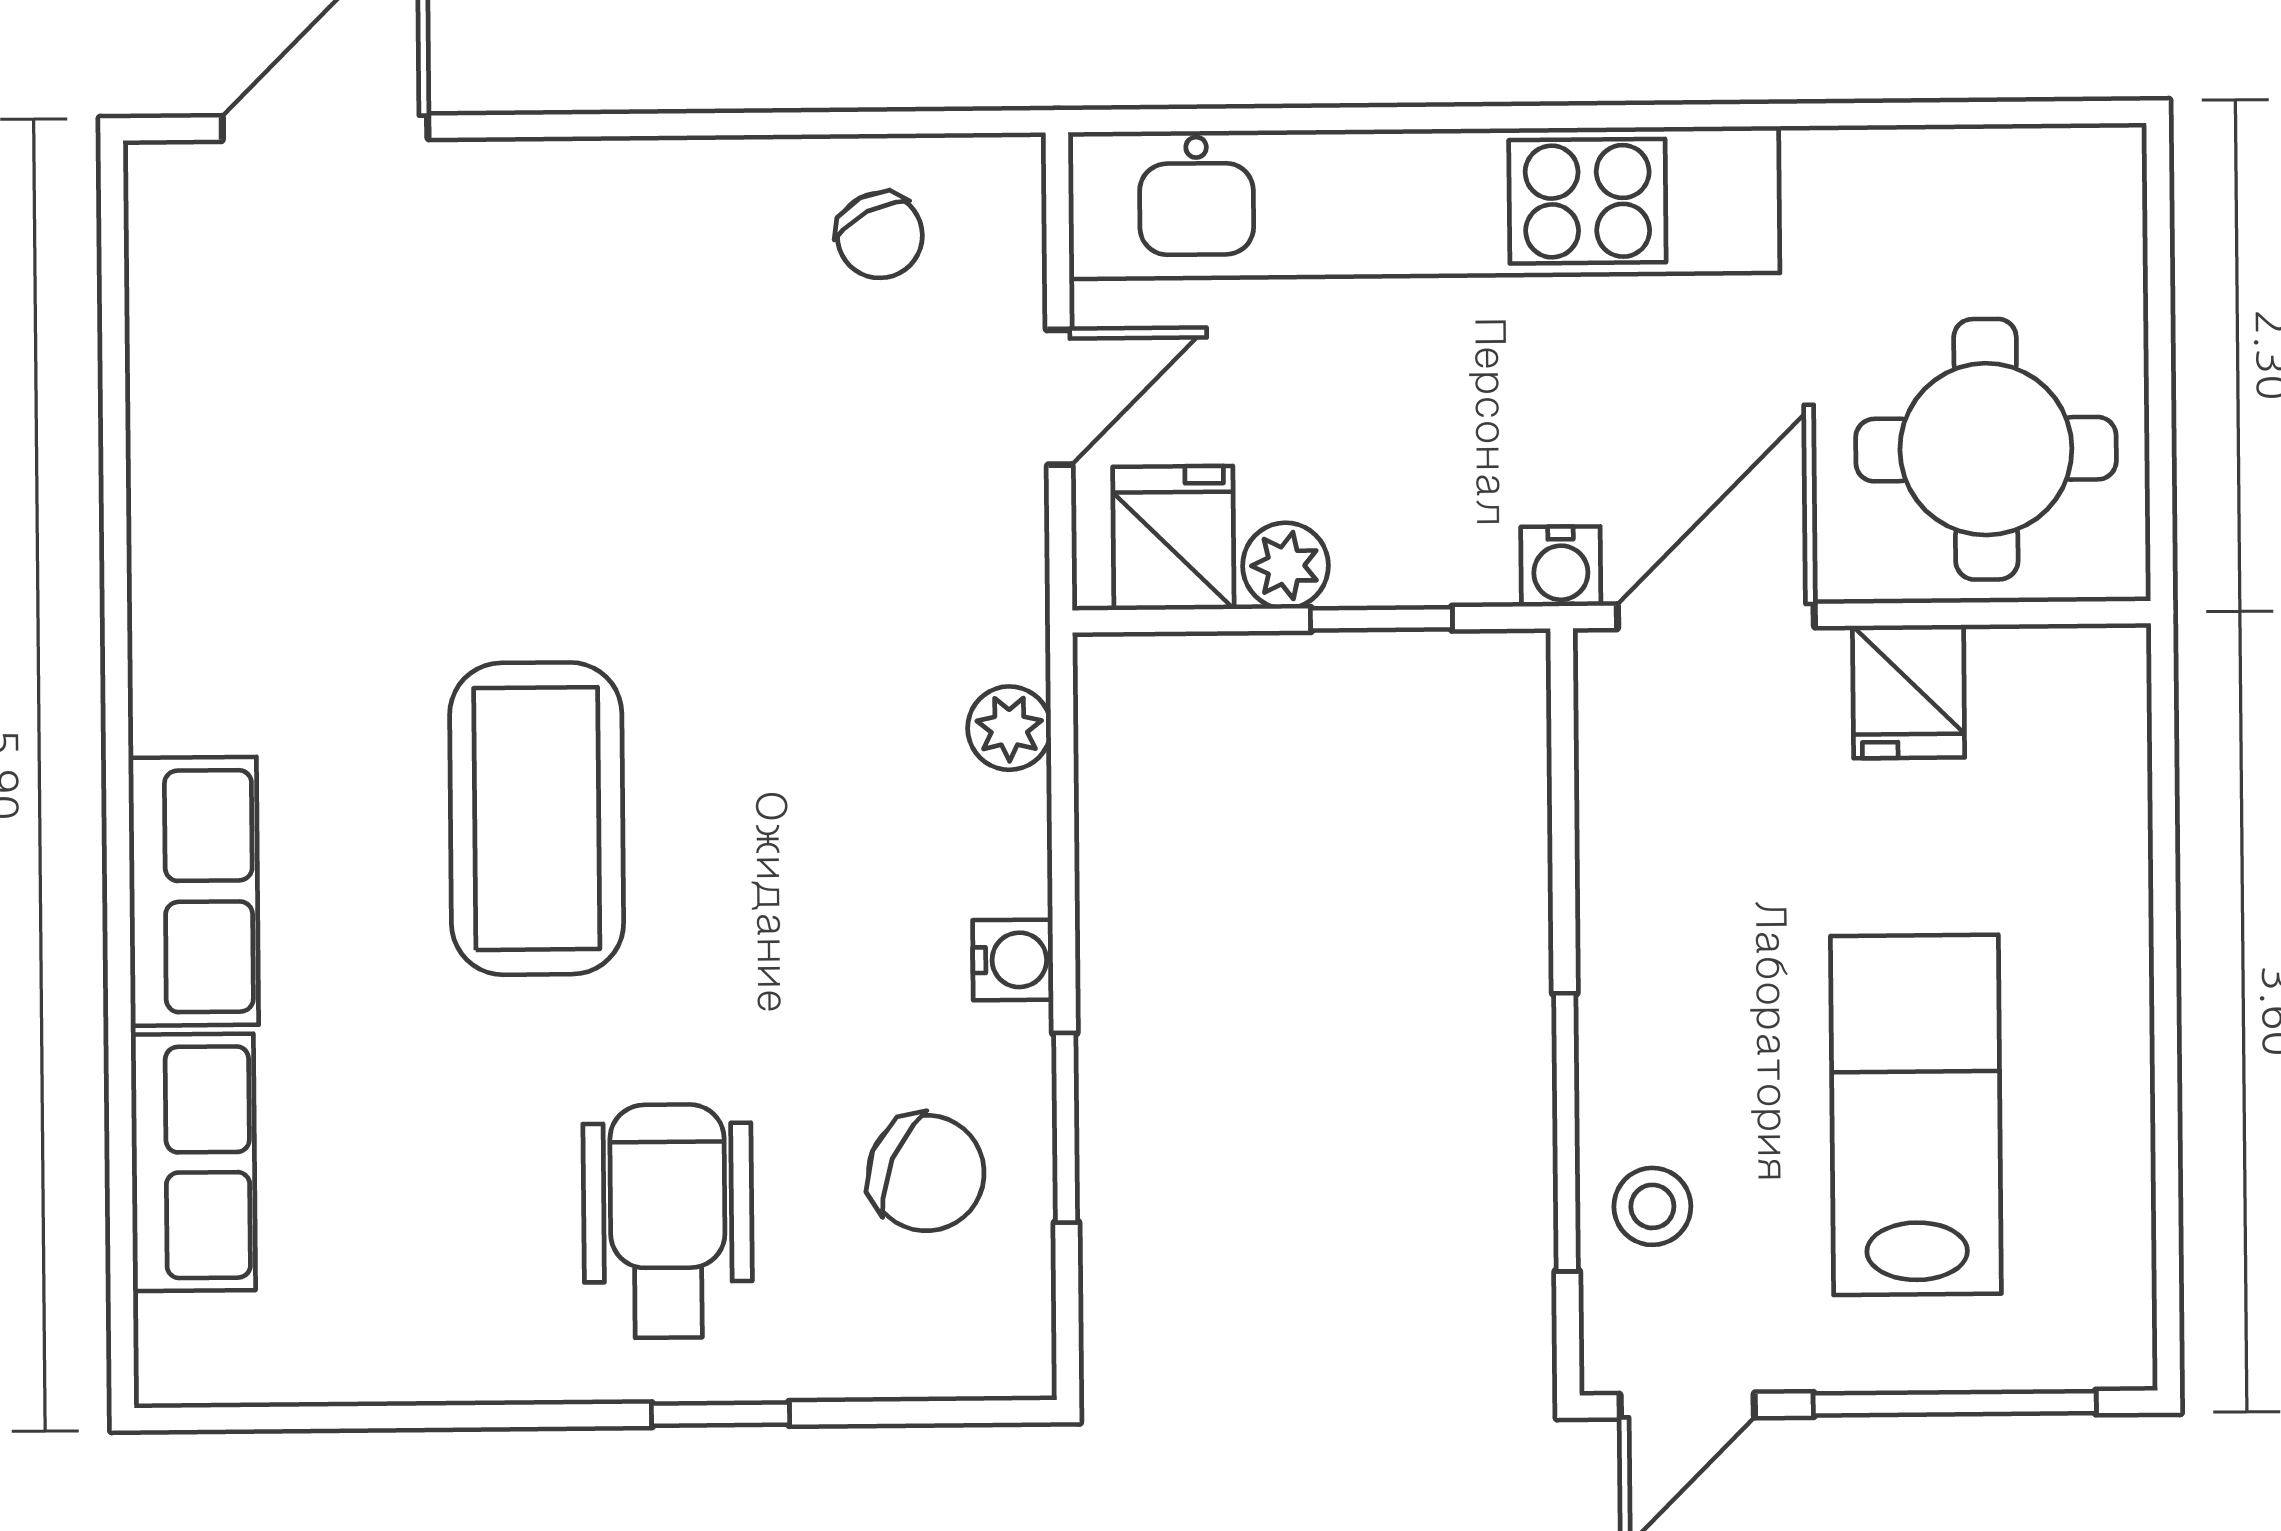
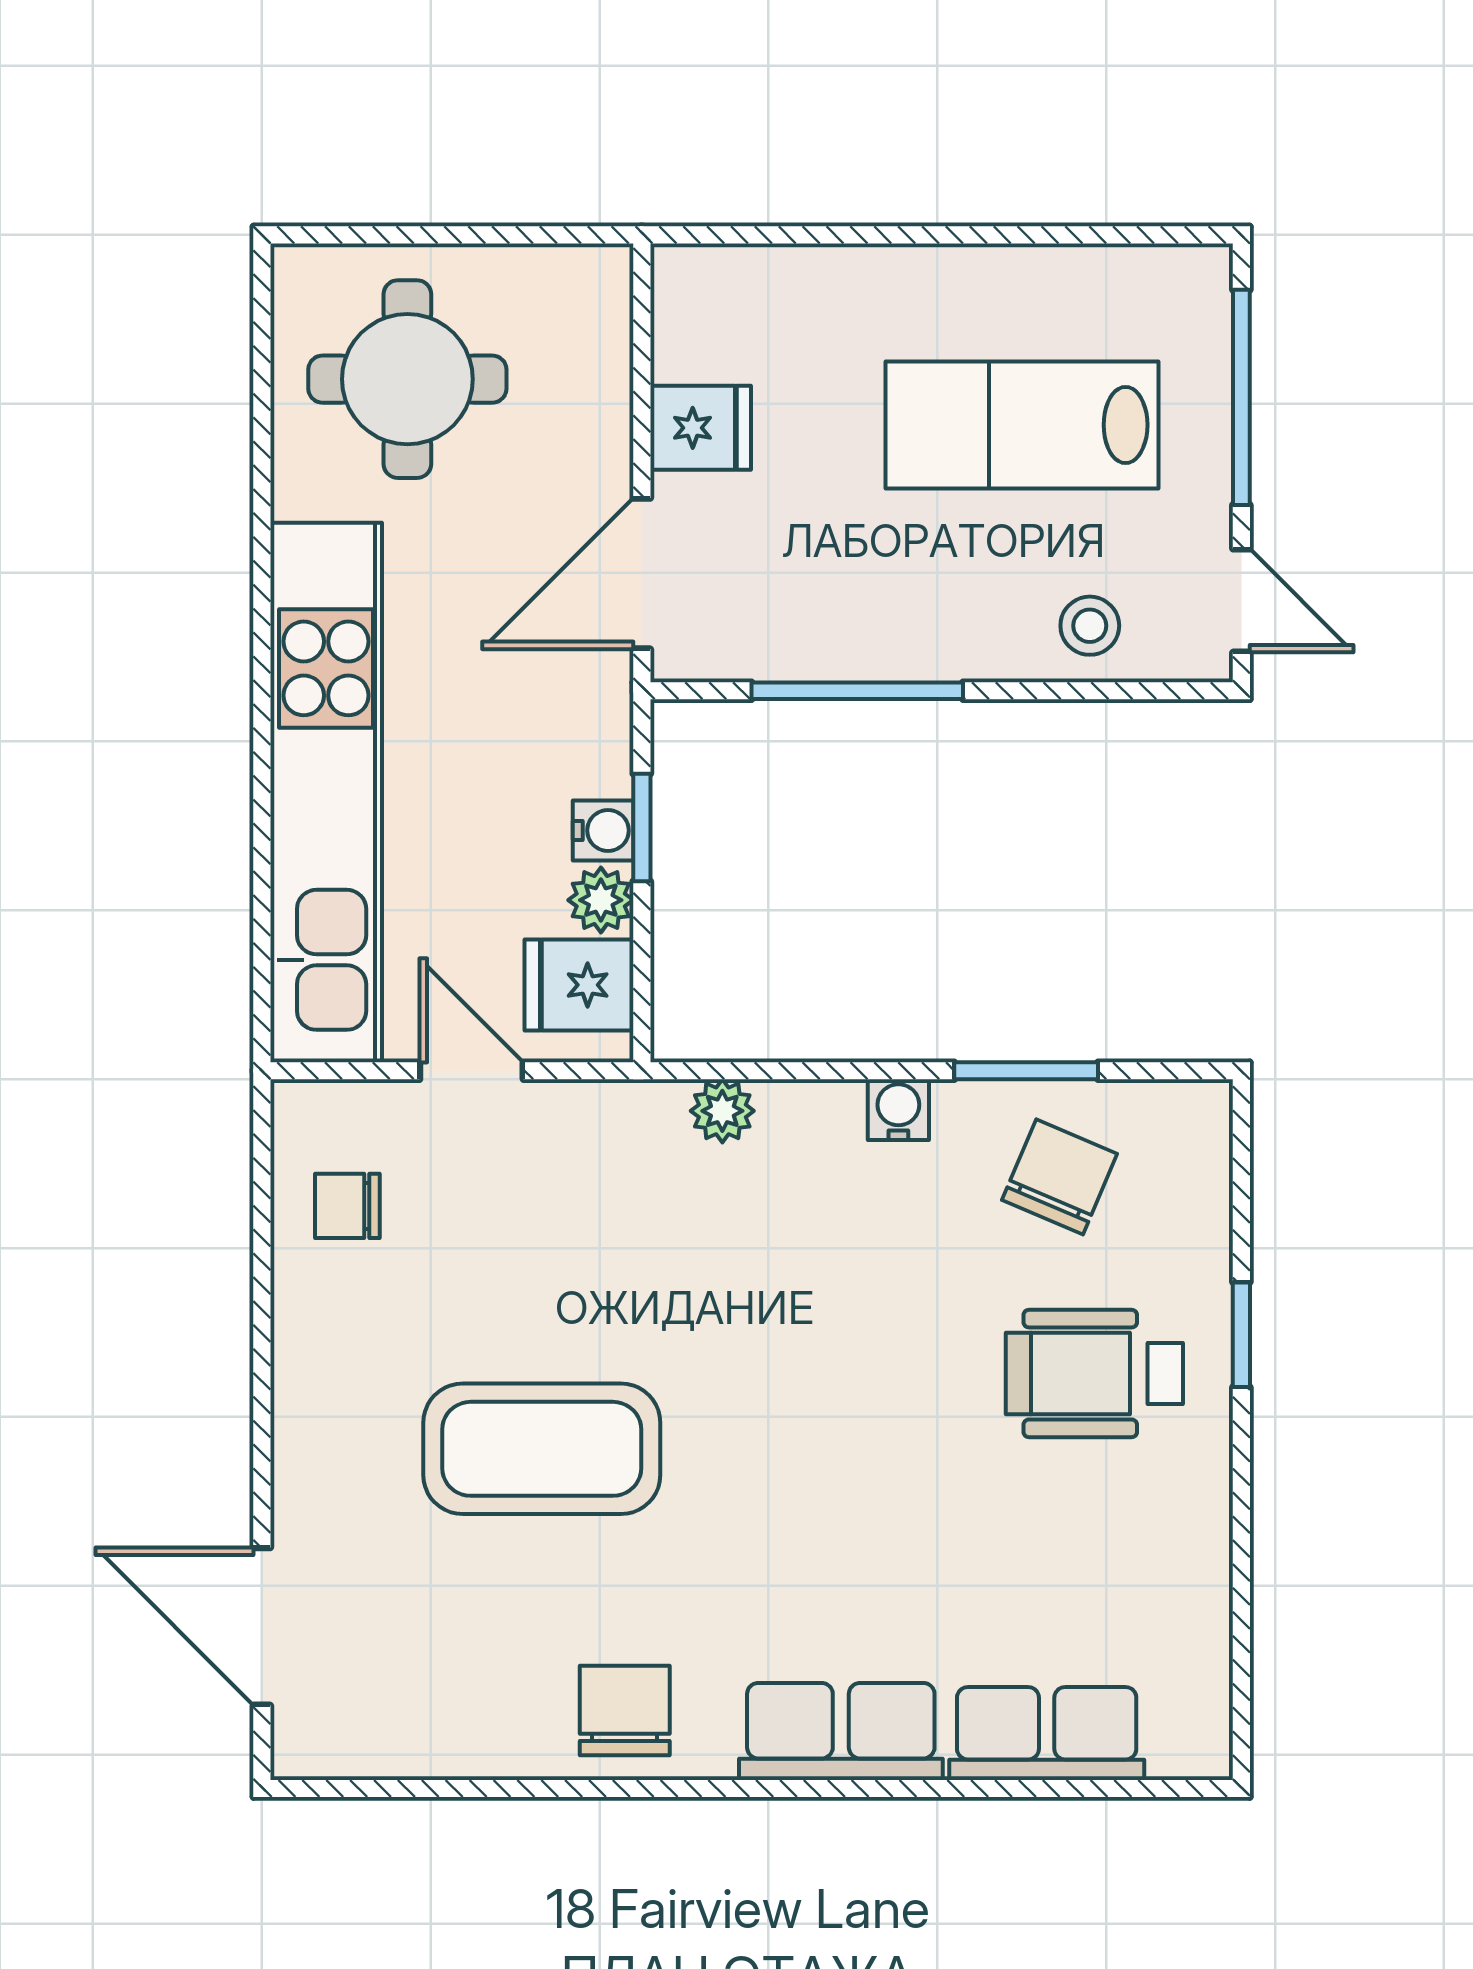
chair: (880, 235) -> (347, 1206), turned -153
round table: (1986, 449) -> (407, 379), moved
water cooler: (1561, 566) -> (603, 830), moved
chair: (219, 606) -> (625, 1710), added
door: (1716, 616) -> (642, 574), hinge flipped
coffee table: (537, 819) -> (542, 1449), moved
window: (1566, 1132) -> (857, 691), moved

